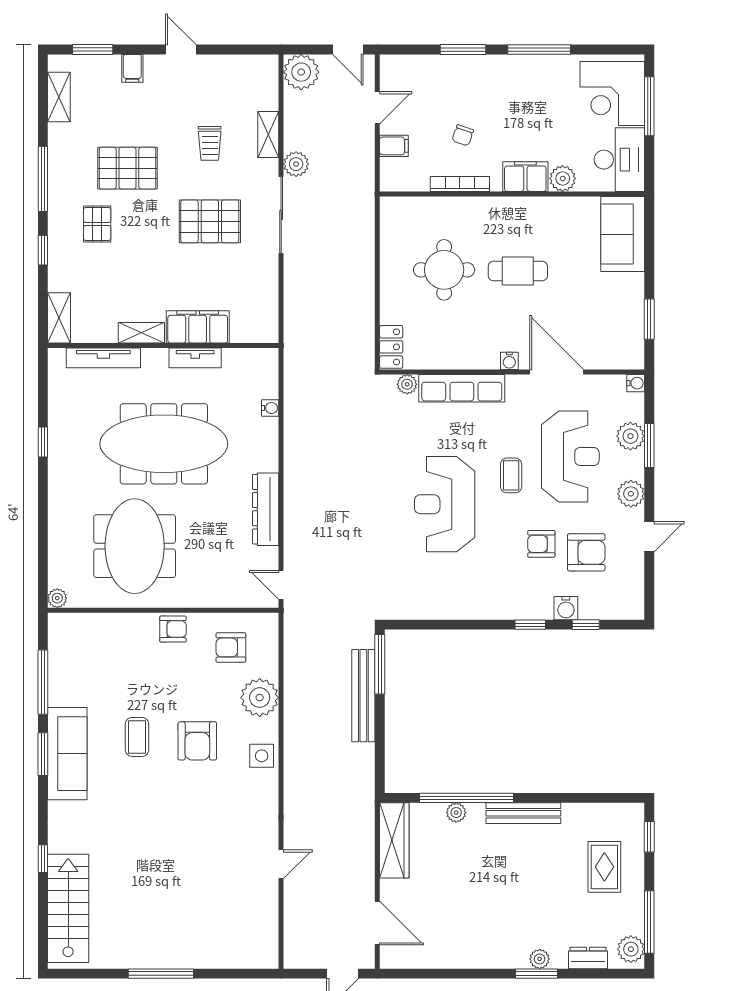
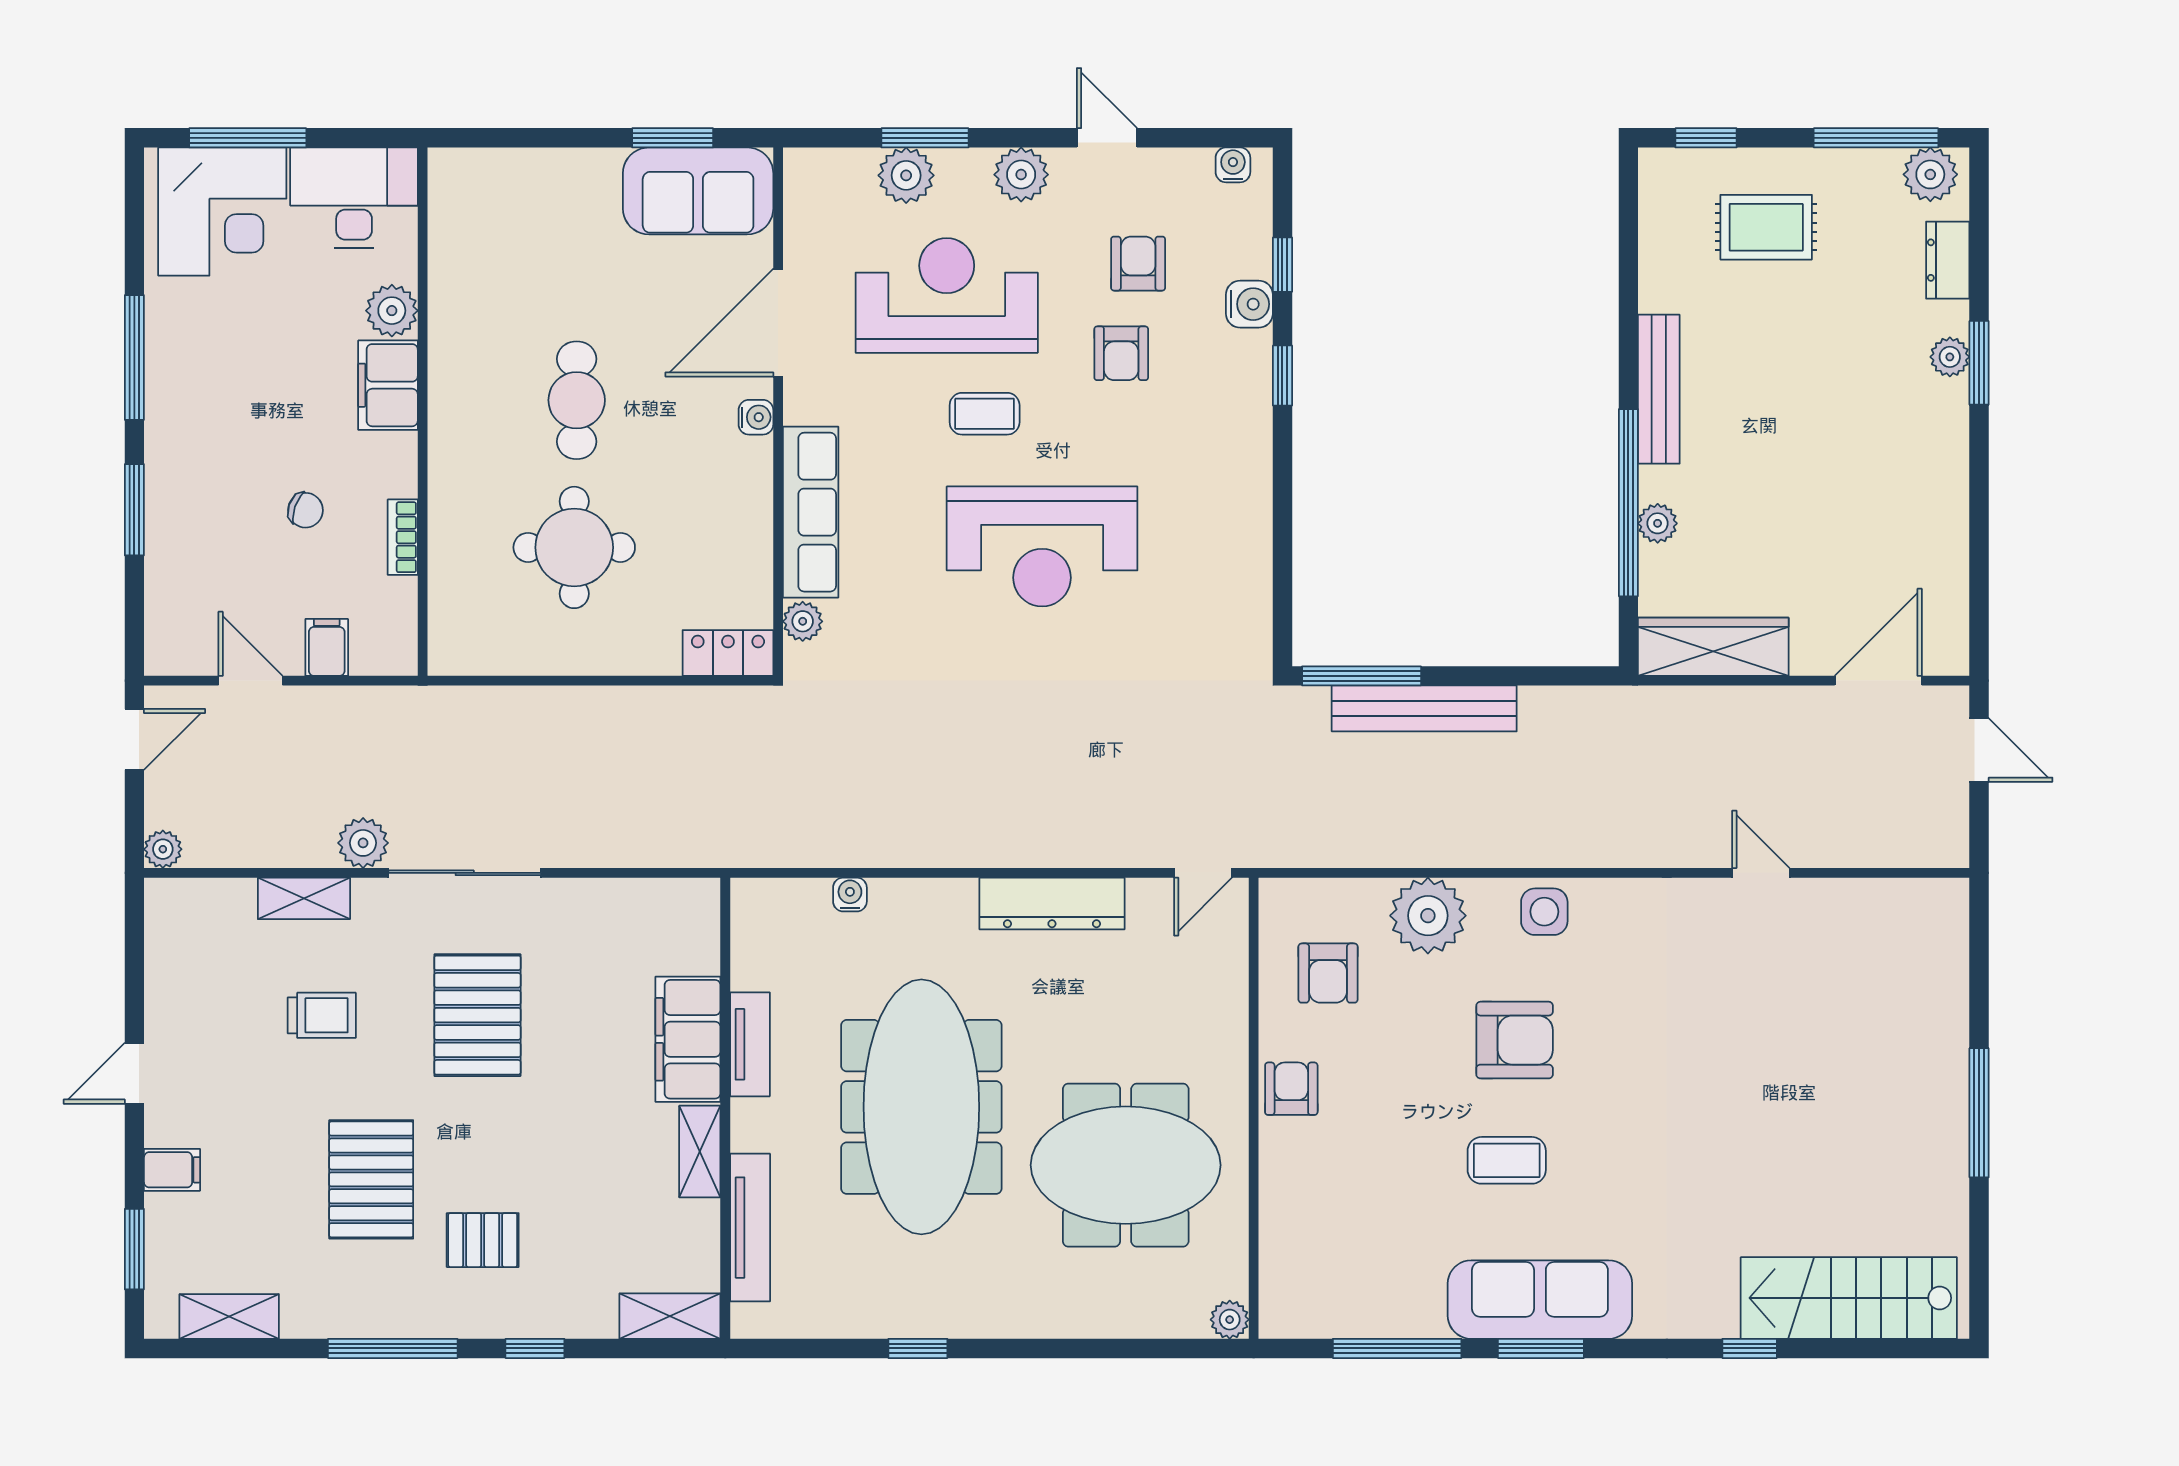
plant: (301, 72) -> (163, 849), width x0.53, depth x0.53
bookcase: (460, 184) -> (403, 537), width x0.64
sofa: (623, 234) -> (698, 191), moved
water cooler: (636, 383) -> (1233, 165), moved
armchair: (586, 552) -> (1138, 264), width x0.72, depth x0.72

